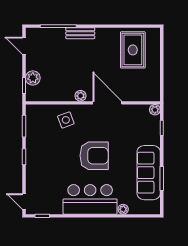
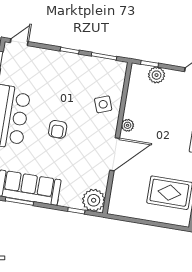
plant: (155, 110) -> (94, 200), width x1.87, depth x1.87
armchair: (94, 156) -> (58, 129), width x0.53, depth x0.53

